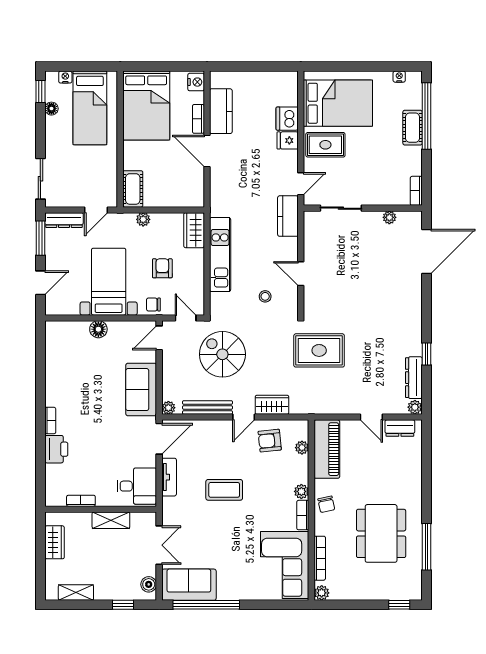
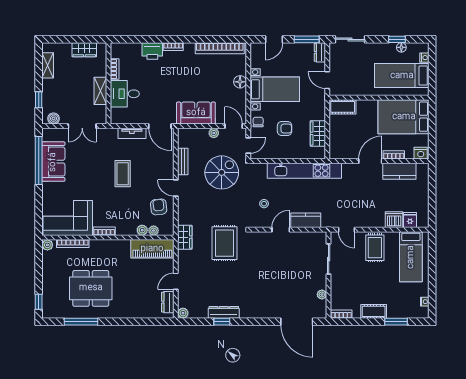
window: (40, 91) -> (397, 39), moved
bed: (338, 103) -> (411, 257), width x0.67
window: (426, 116) -> (396, 322), width x0.47
cot: (413, 128) -> (374, 311), moved
fridge: (288, 140) -> (410, 220), moved
kitchen counter: (288, 216) -> (306, 220), moved
plant: (143, 219) -> (320, 115), removed
dresser: (64, 220) -> (320, 52), width x0.70
wardrobe: (194, 230) -> (318, 133), moved, turned -90
kitchen unit: (220, 255) -> (304, 171), width x1.36
door: (40, 283) -> (274, 39), hinge flipped
bookcase: (53, 357) -> (220, 48), added
dresser: (414, 378) -> (224, 312), moved
wardrobe: (272, 405) -> (185, 237), moved
bench: (207, 407) -> (183, 162), width x0.73
plant: (168, 408) -> (214, 133), moved
desk: (137, 486) -> (125, 94), moved, turned 90
plant: (301, 491) -> (142, 230), moved
chair: (326, 504) -> (112, 248), removed
sofa: (189, 585) -> (53, 162), moved

